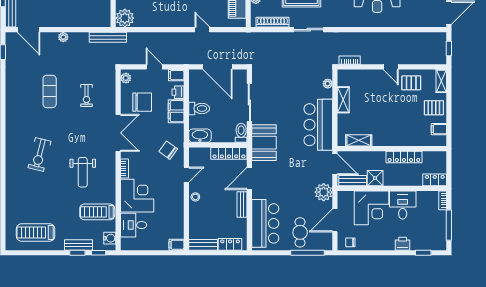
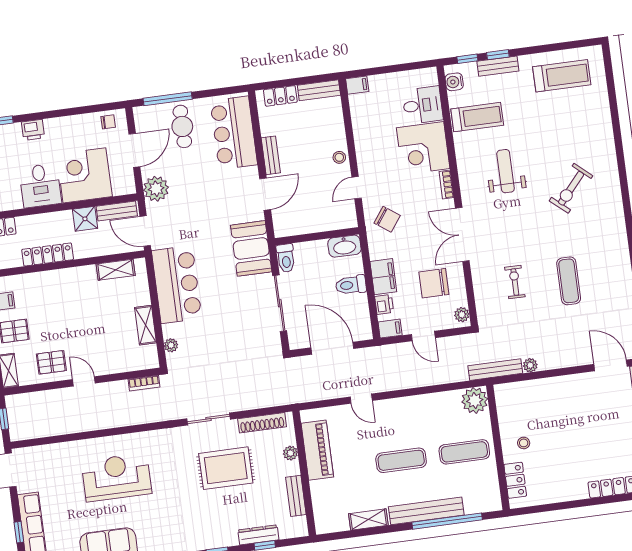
plant: (63, 37) -> (530, 365), moved
locker: (229, 153) -> (299, 226), removed
exercise bike: (39, 155) -> (571, 188), turned -153

